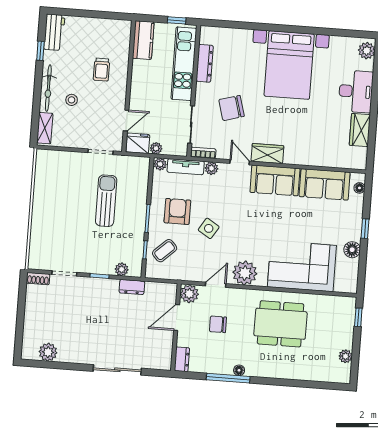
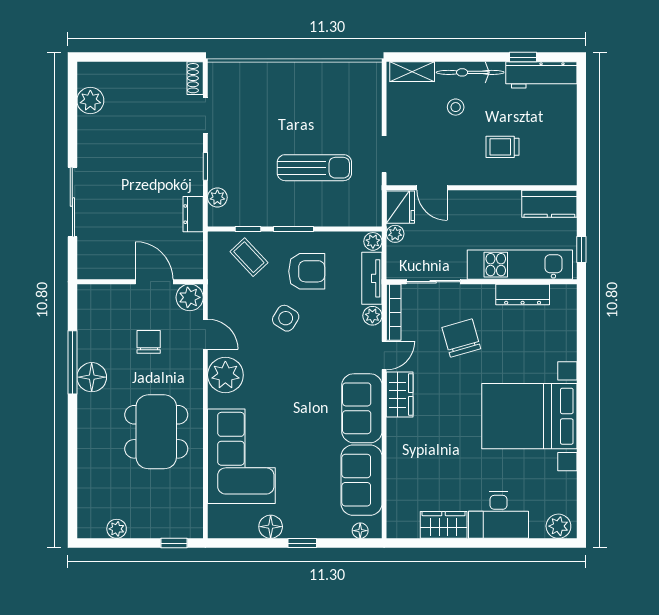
workbench: (54, 32) -> (541, 75), width x1.38
bookcase: (203, 153) -> (394, 312), width x1.56
dresser: (182, 359) -> (95, 294), removed
floor lamp: (239, 370) -> (92, 377), width x1.89, depth x1.89

